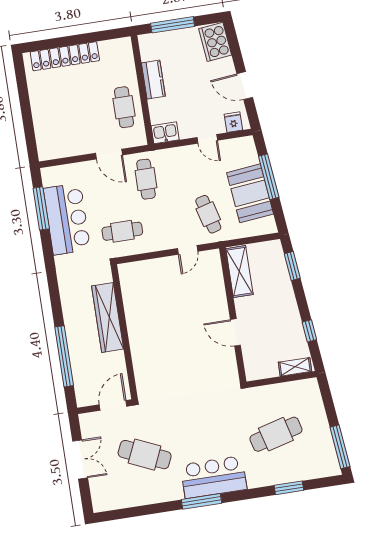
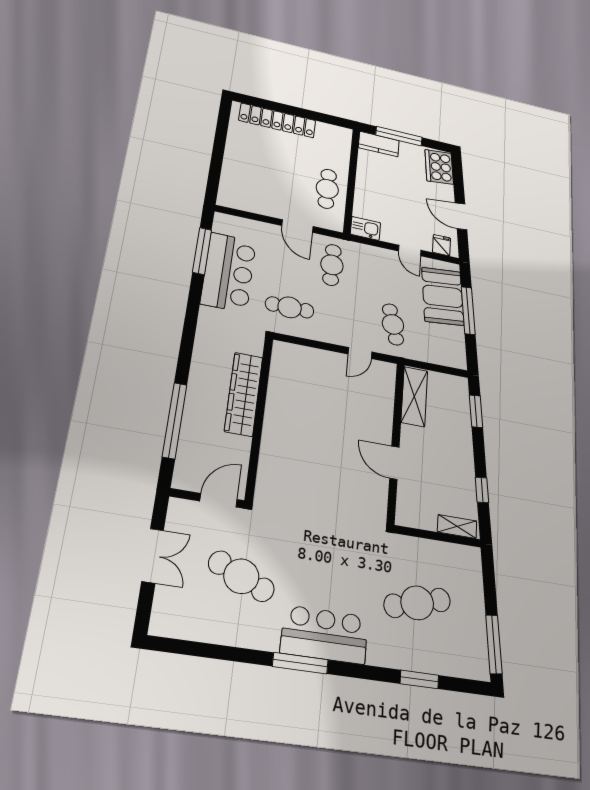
kitchen counter: (153, 80) -> (379, 144), moved, turned 90
booth: (250, 193) -> (443, 296), moved

